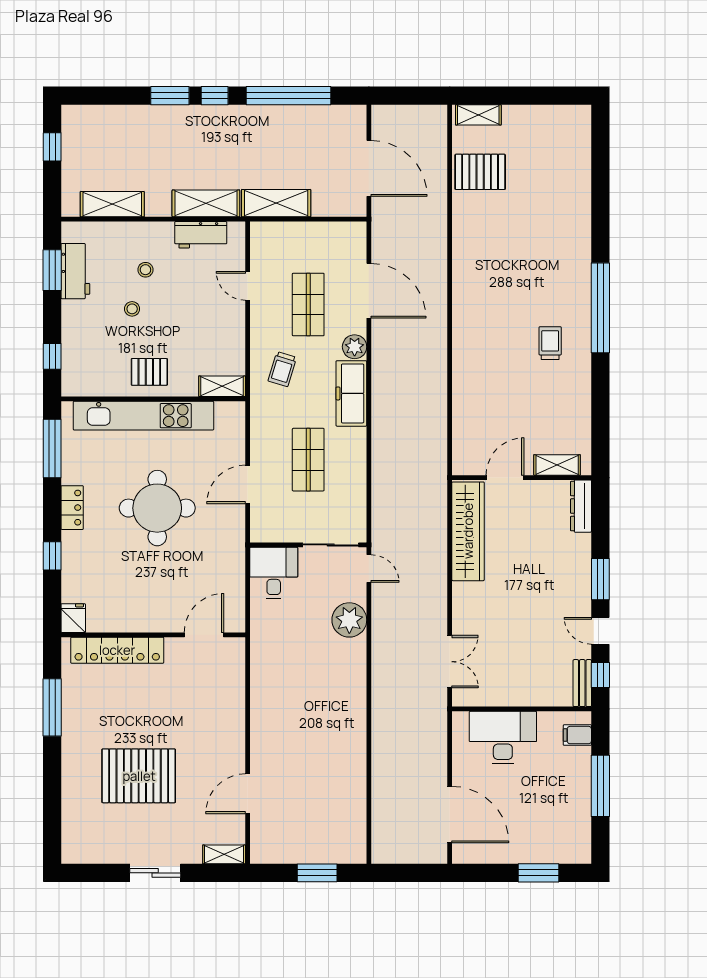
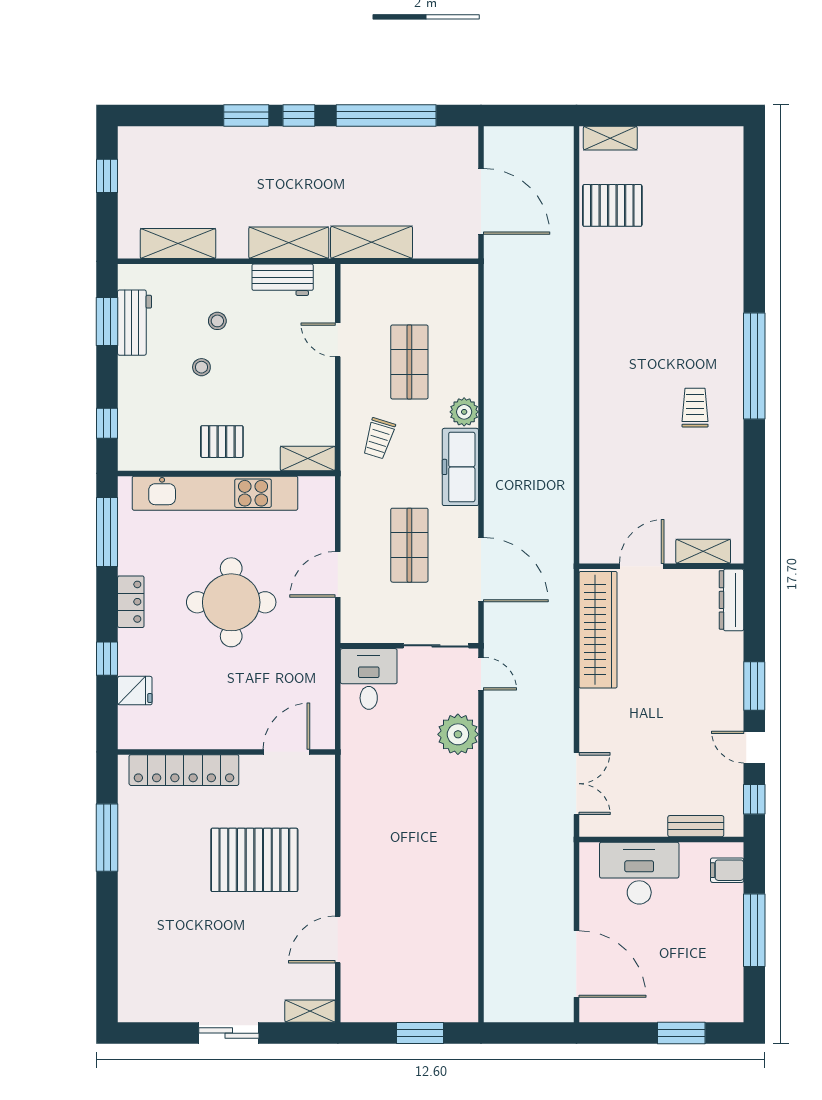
door: (369, 291) -> (481, 570), moved
fridge: (73, 618) -> (135, 691), moved, turned 90
bench: (582, 683) -> (696, 826), moved, turned 90
pallet: (139, 776) -> (254, 860), moved

